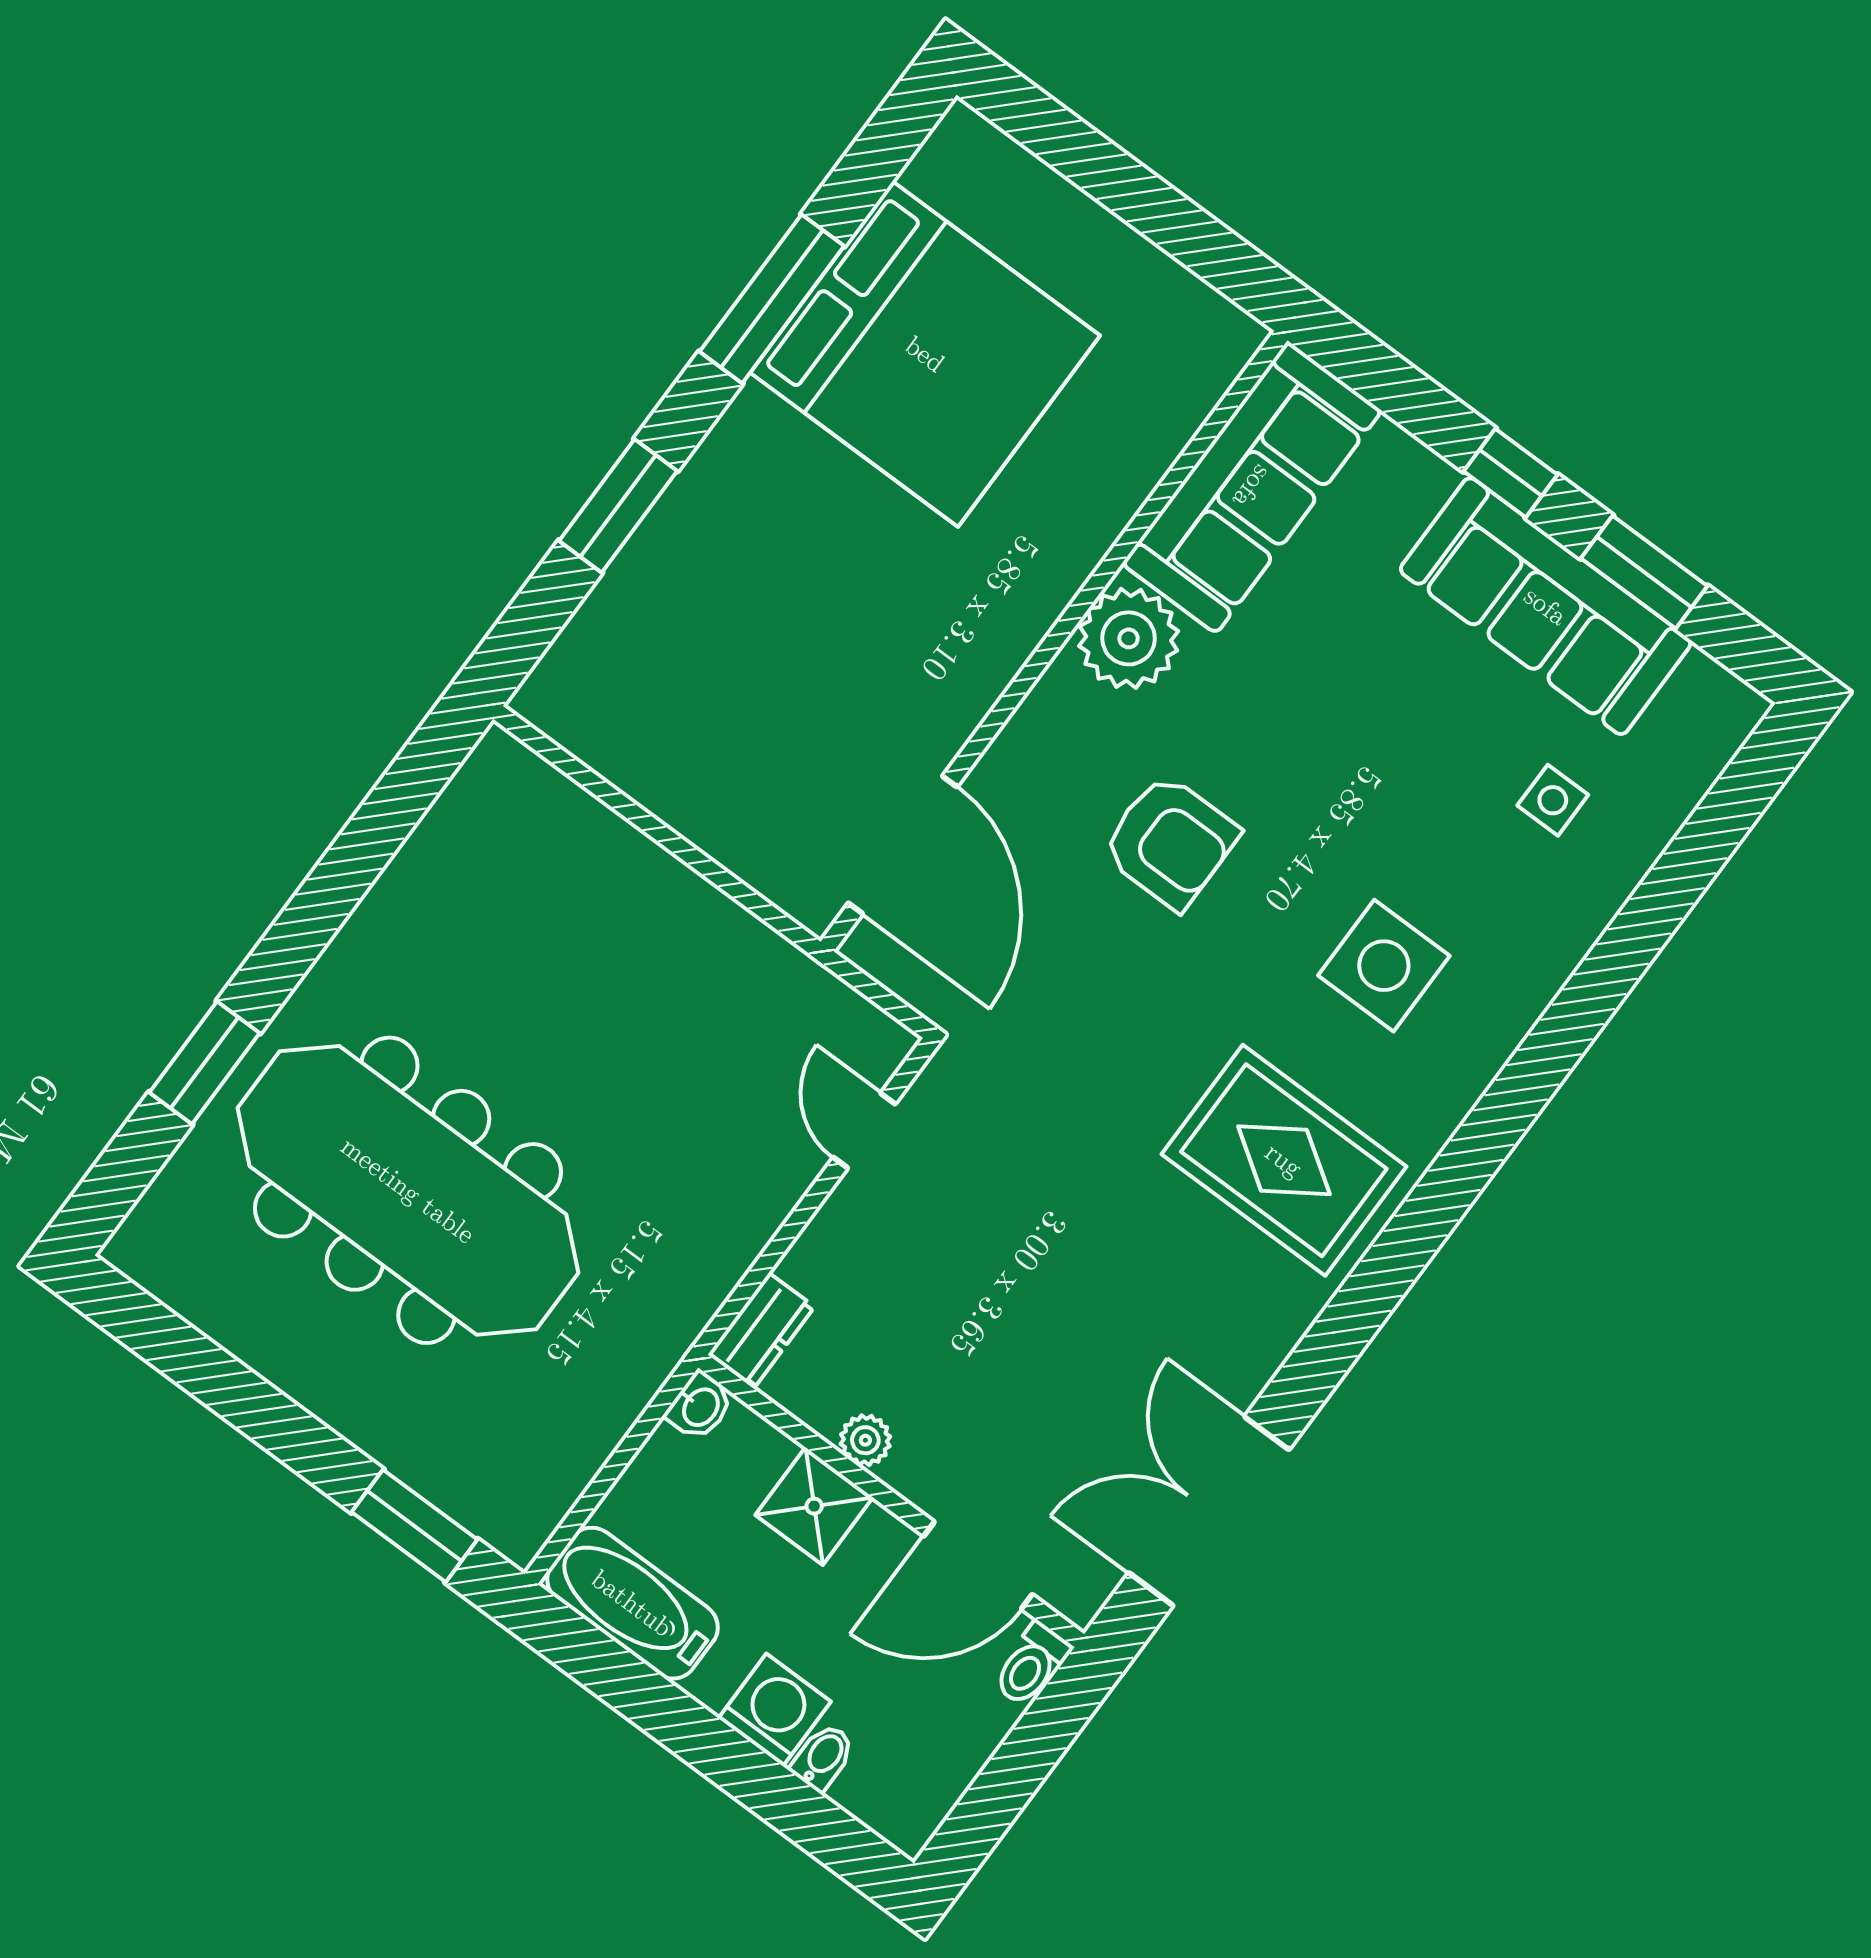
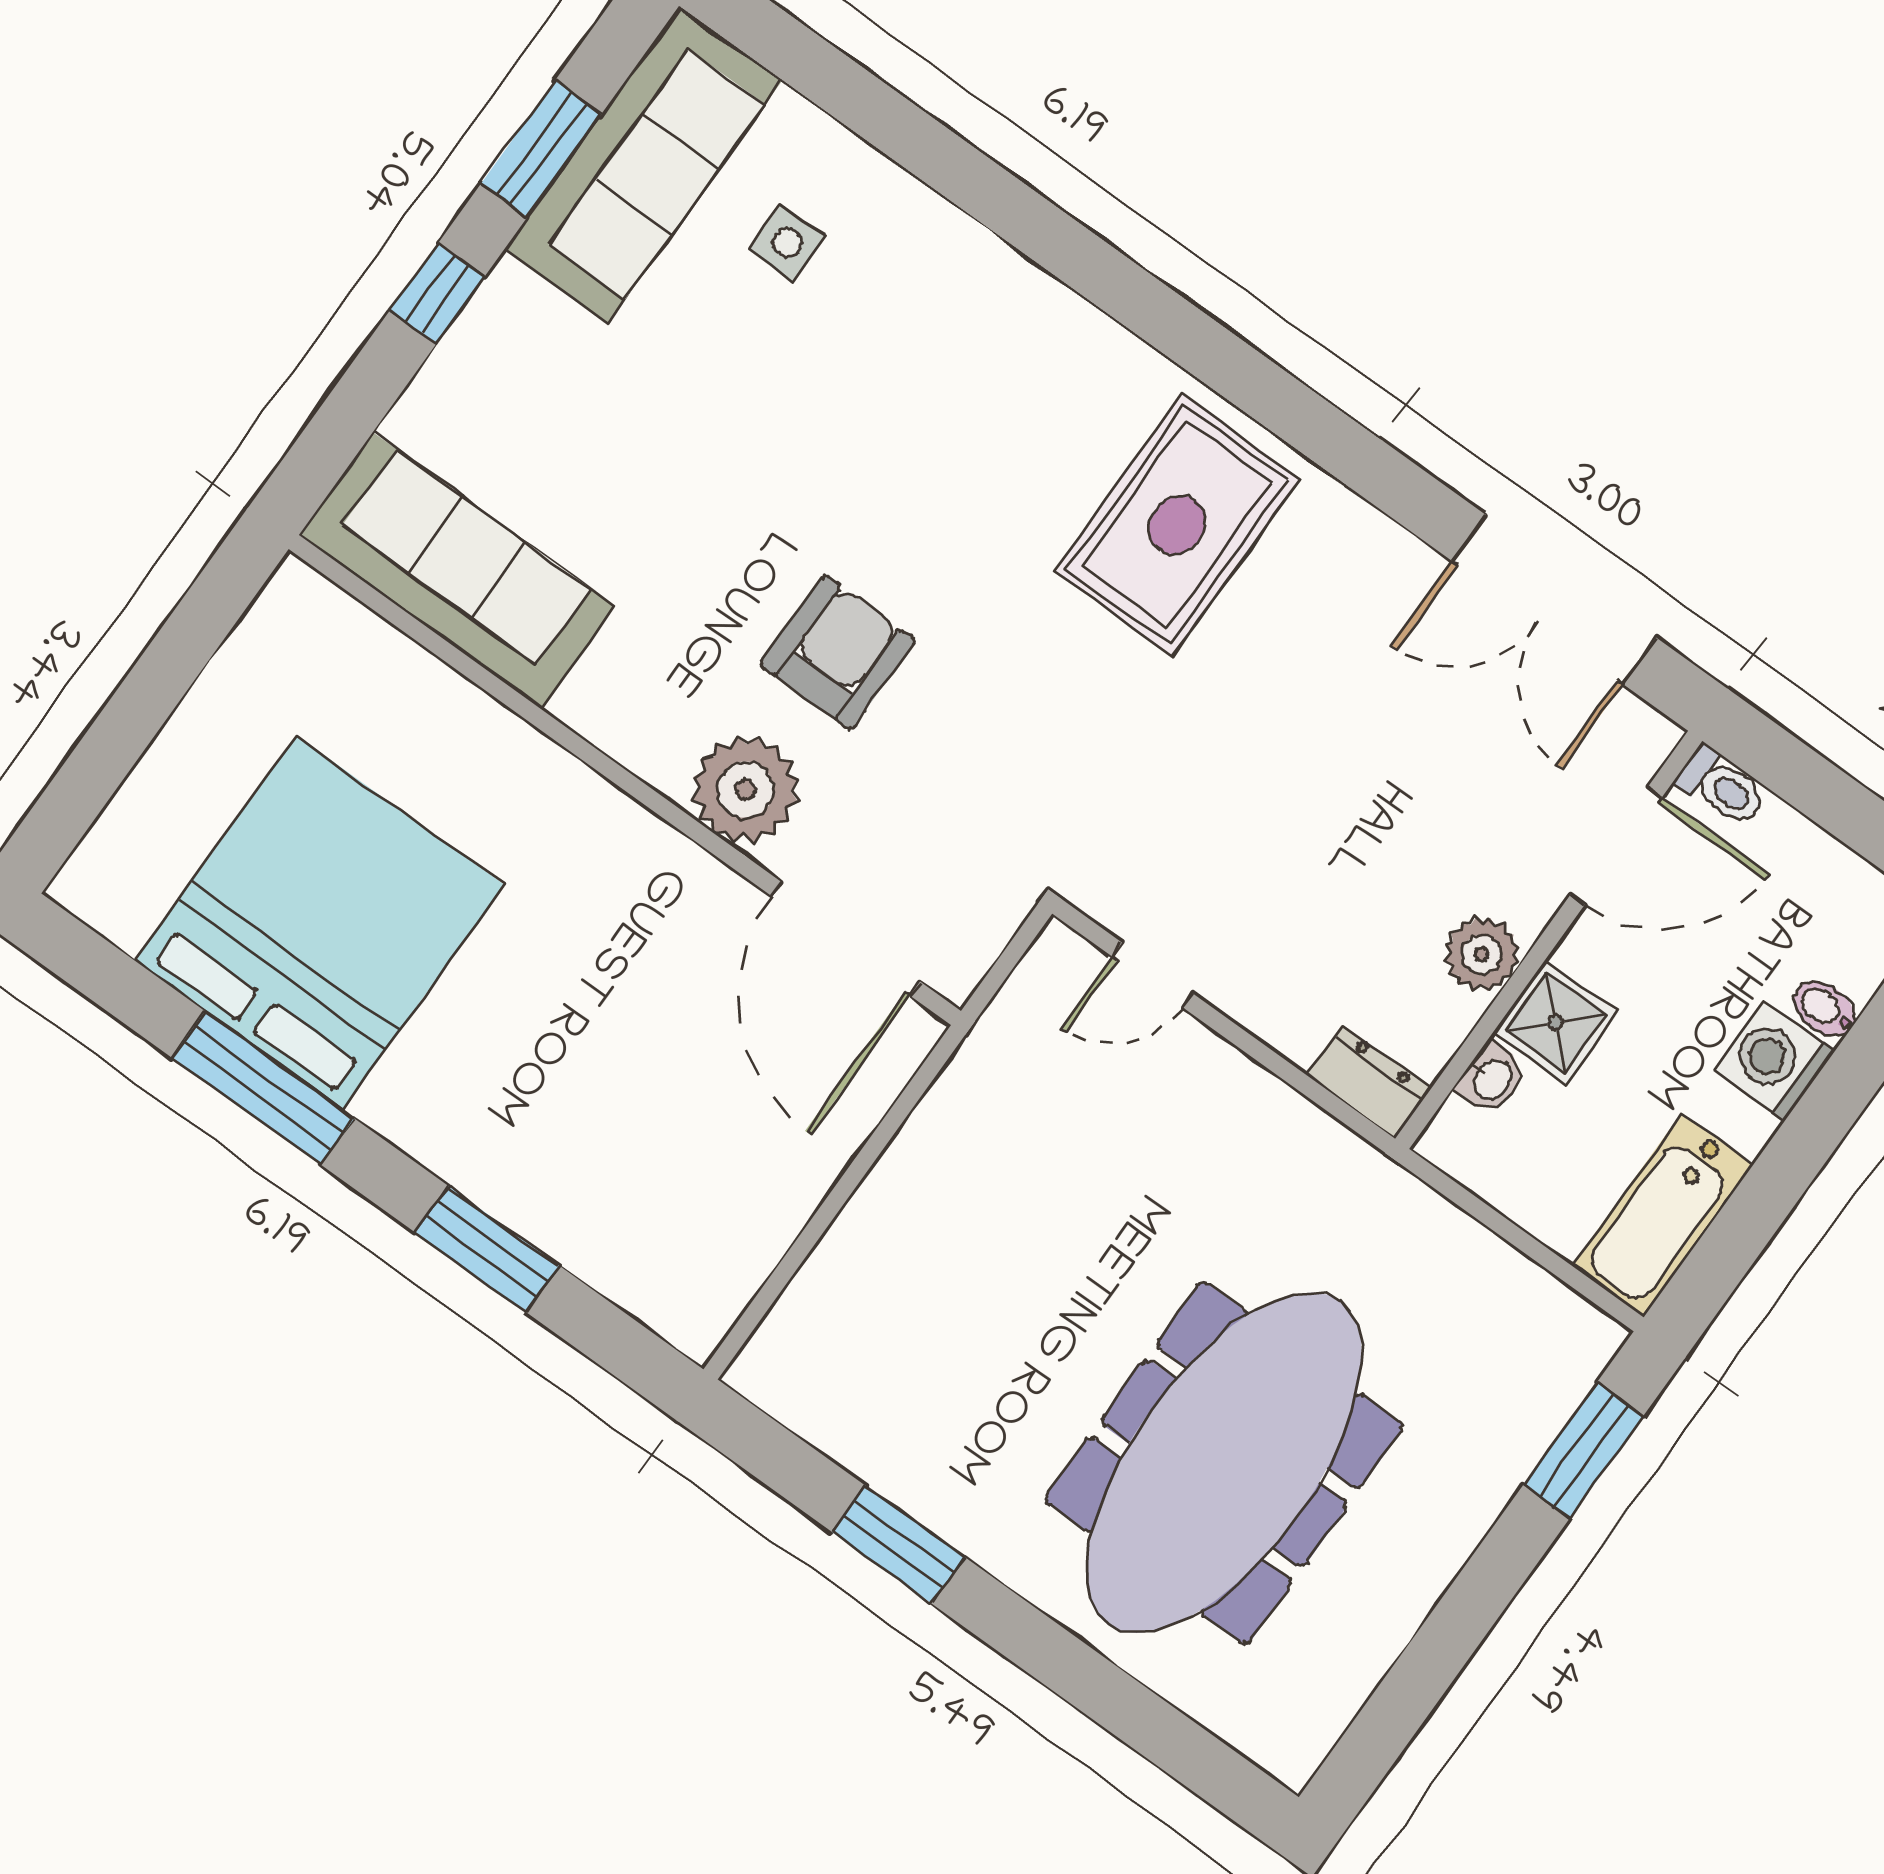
sofa: (1546, 606) -> (643, 165), moved
plant: (1129, 638) -> (745, 790), moved
door: (903, 845) -> (846, 939), swing flipped
side table: (1384, 966) -> (967, 421), removed
window: (204, 1063) -> (898, 1545), moved
washbasin: (700, 1406) -> (1492, 1079), moved, turned 90
plant: (865, 1440) -> (1482, 954), width x1.38, depth x1.38
door: (978, 1565) -> (1616, 846), hinge flipped

